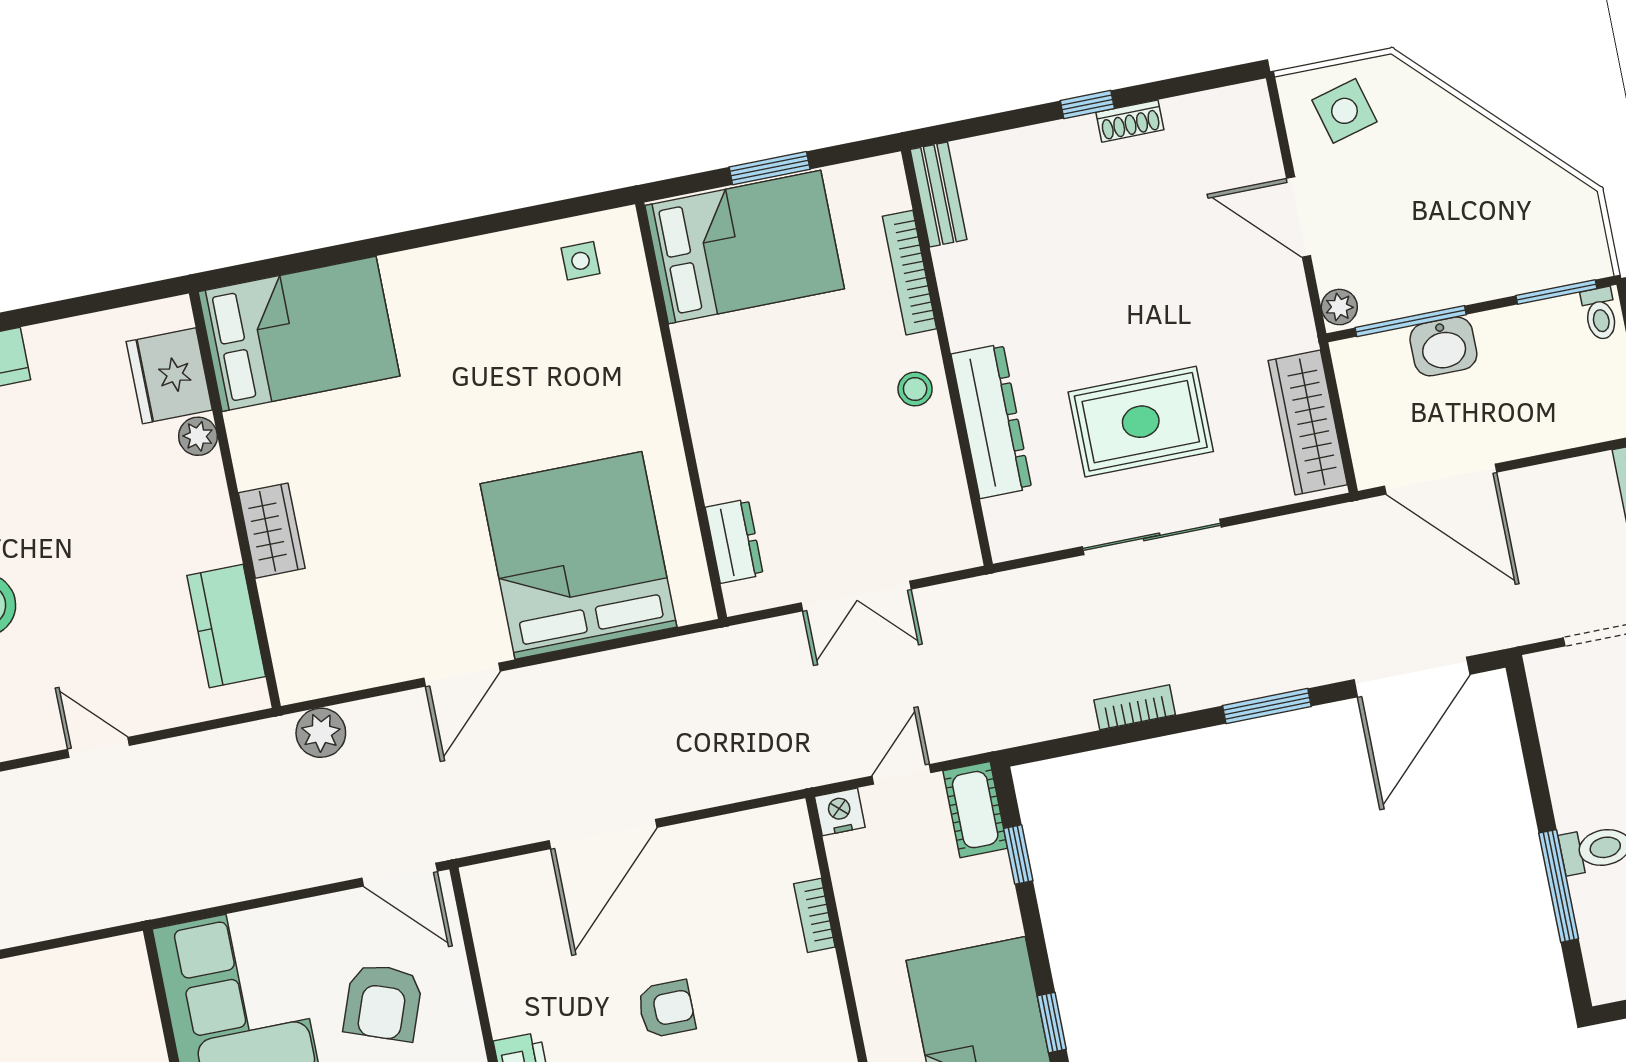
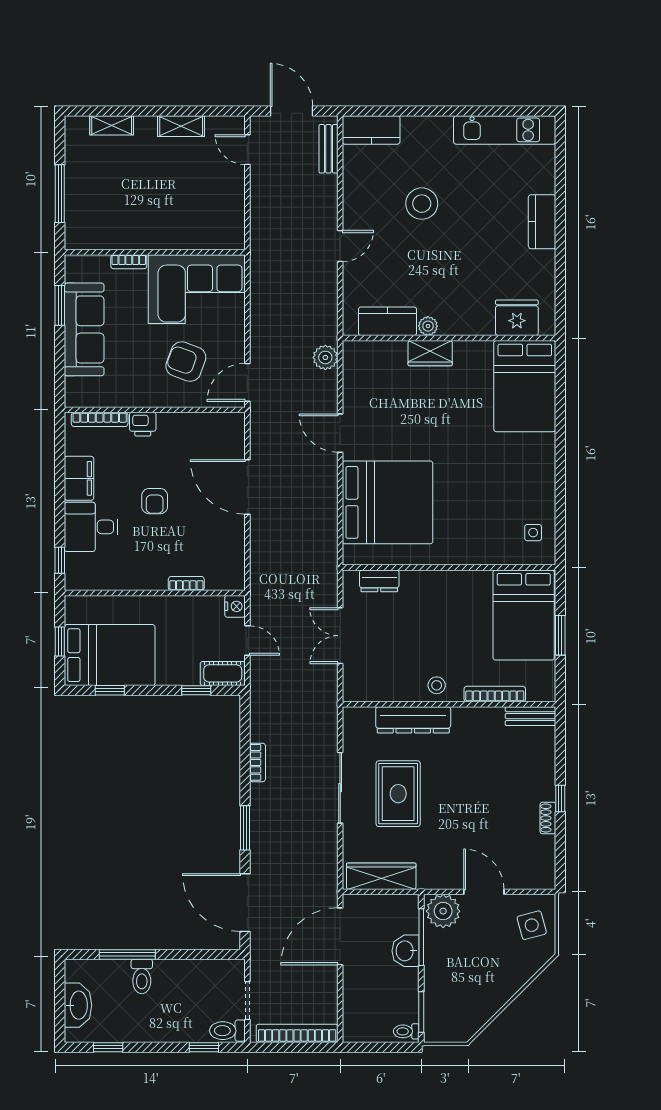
door: (1298, 217) -> (484, 892), hinge flipped
plant: (1339, 307) -> (443, 911), width x1.87, depth x1.87
plant: (198, 436) -> (428, 326), moved

